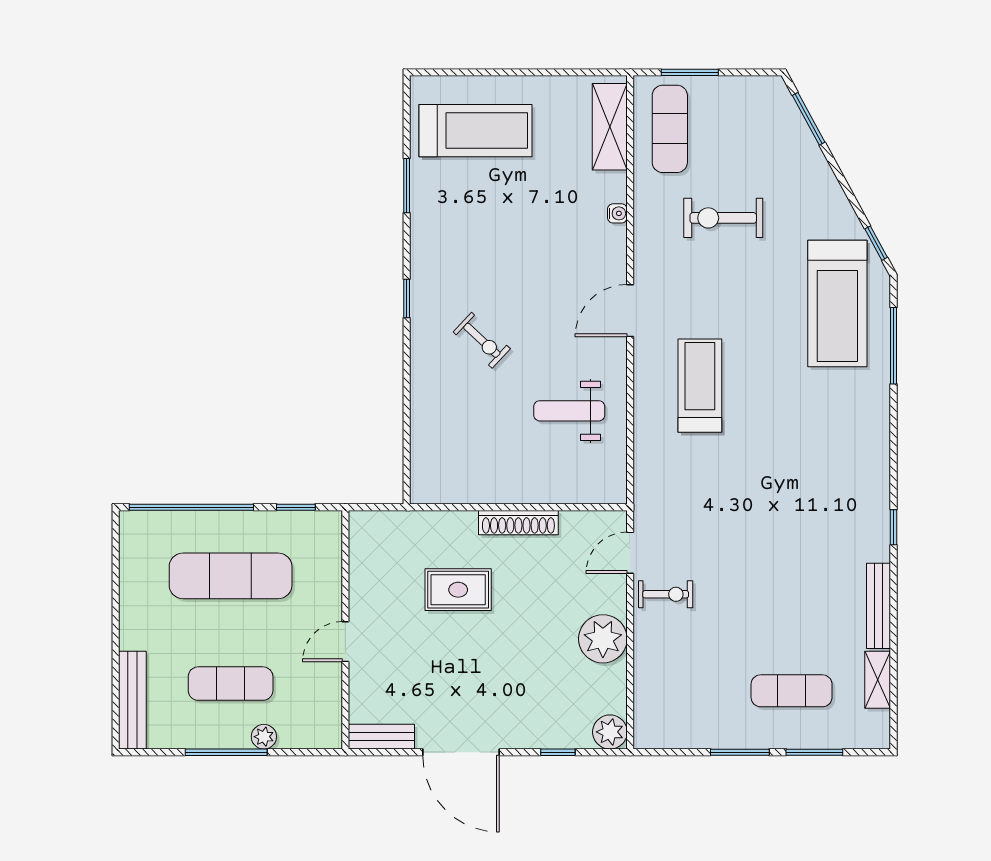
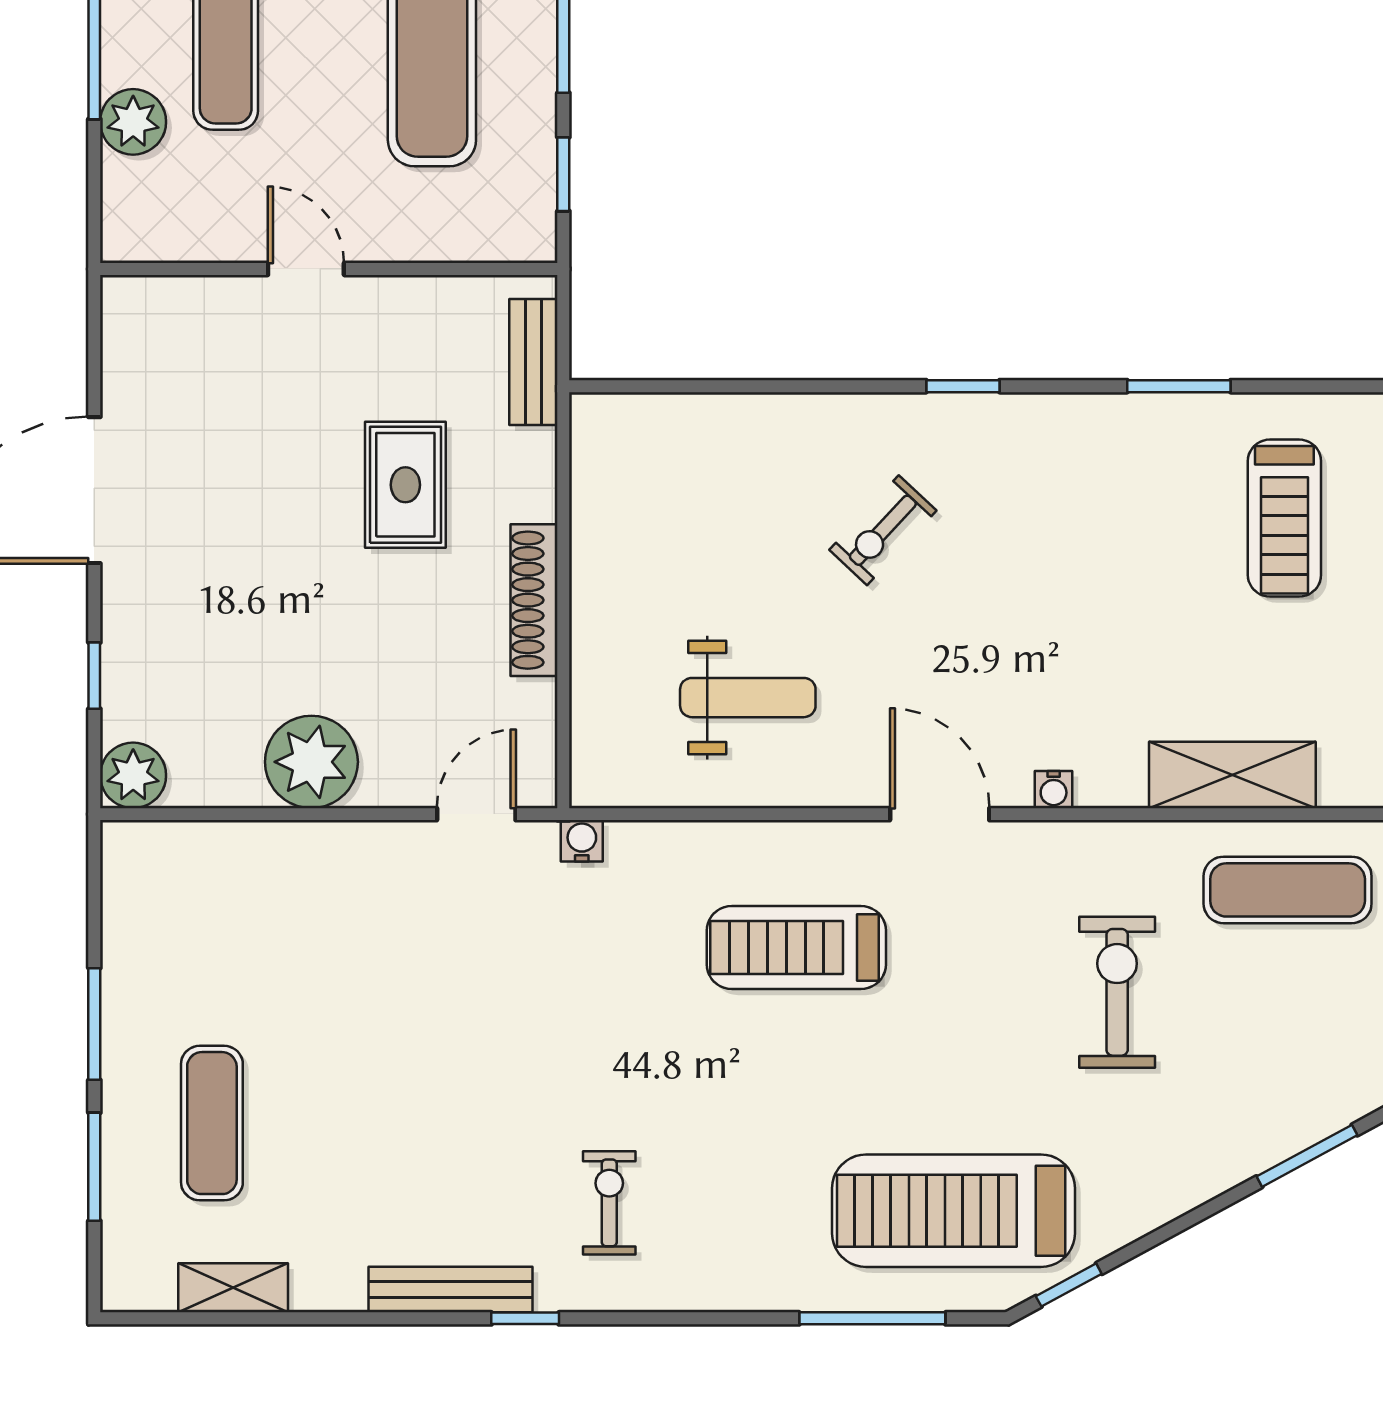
shelving: (610, 127) -> (1232, 775), moved
treadmill: (476, 131) -> (1284, 518), width x0.73, depth x0.73
water cooler: (617, 213) -> (1054, 790), moved
treadmill: (700, 386) -> (796, 947), turned 180
weight bench: (569, 411) -> (748, 698), turned 90
water cooler: (644, 498) -> (582, 841), added
door: (630, 553) -> (476, 814), hinge flipped
exercise bike: (666, 594) -> (609, 1203), moved, turned 180
bench: (879, 606) -> (451, 1290), moved
plant: (264, 737) -> (133, 122), width x1.38, depth x1.38
bench: (381, 737) -> (533, 362), moved

